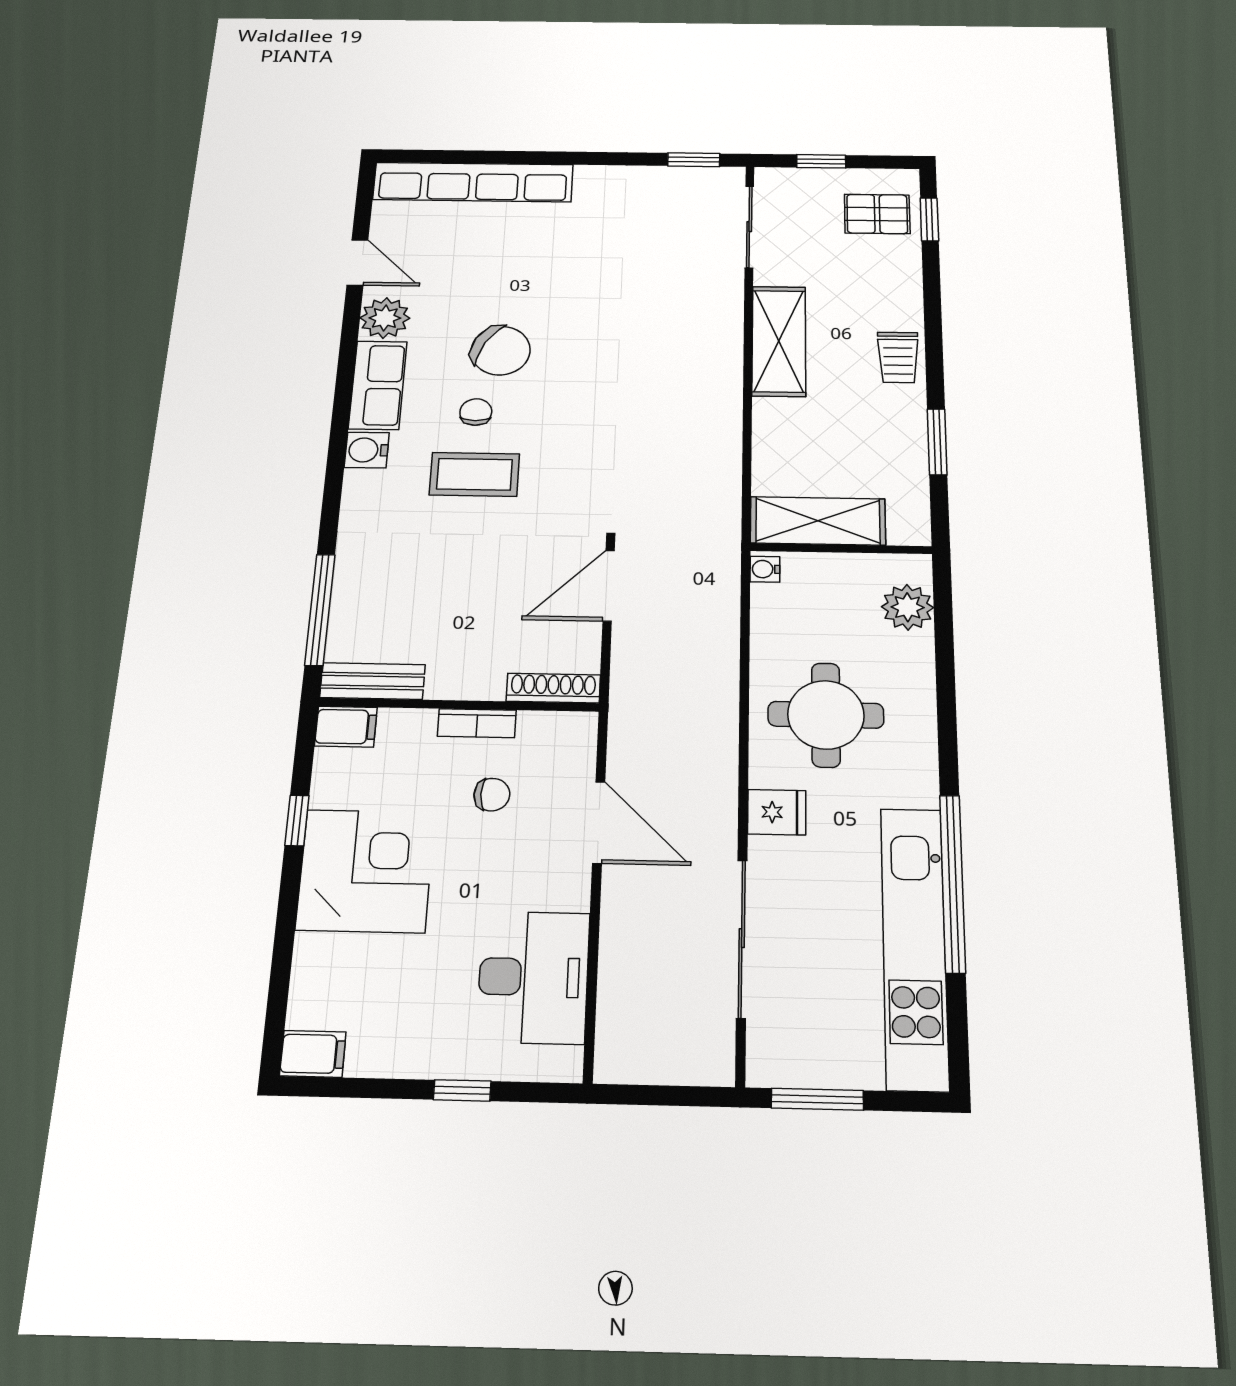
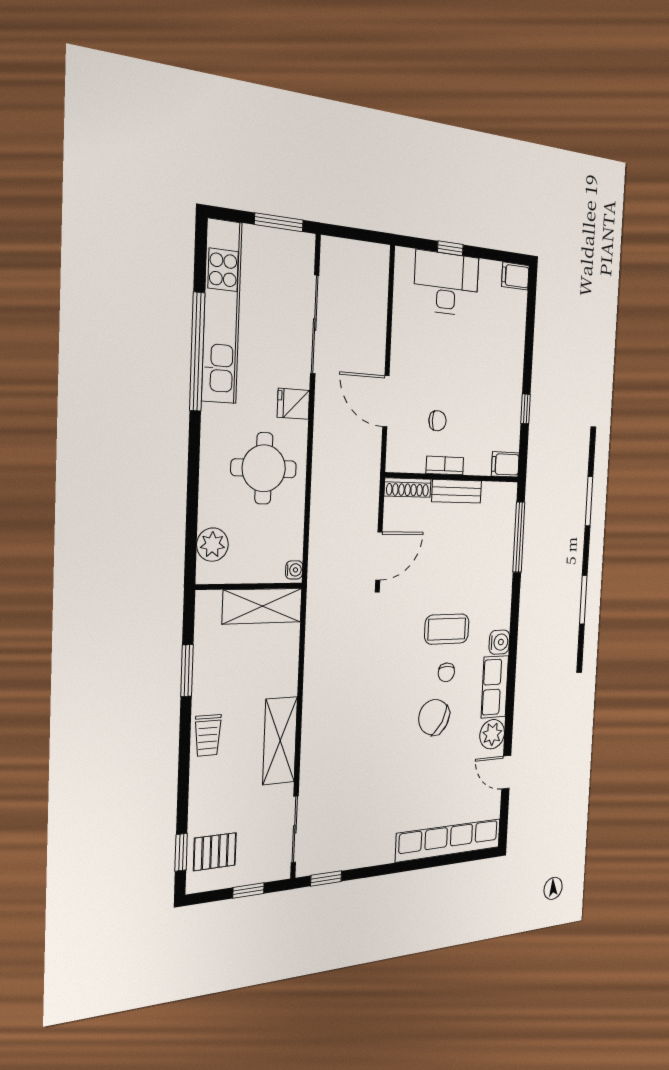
trolley: (898, 357) -> (208, 735), turned 180
bench: (373, 681) -> (457, 491), moved
chair: (492, 795) -> (437, 421), turned 180
corner desk: (365, 871) -> (495, 378), removed
desk: (533, 977) -> (446, 283), moved, turned 90

